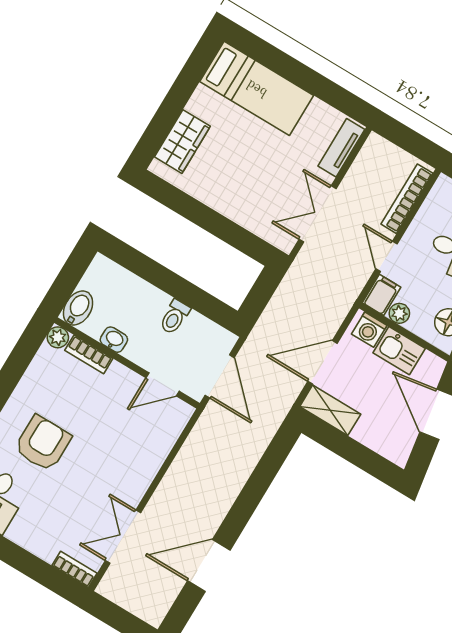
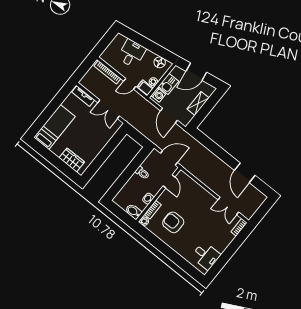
shelving: (330, 410) -> (198, 104), moved
armchair: (43, 443) -> (173, 222), moved

